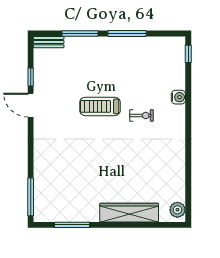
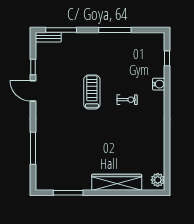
window: (80, 33) -> (61, 30), moved
window: (188, 54) -> (167, 58), moved
treadmill: (100, 106) -> (92, 92), turned 90
window: (31, 197) -> (33, 148), moved

